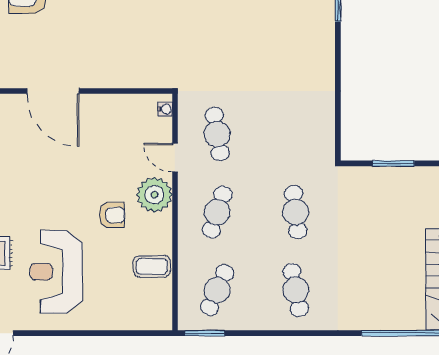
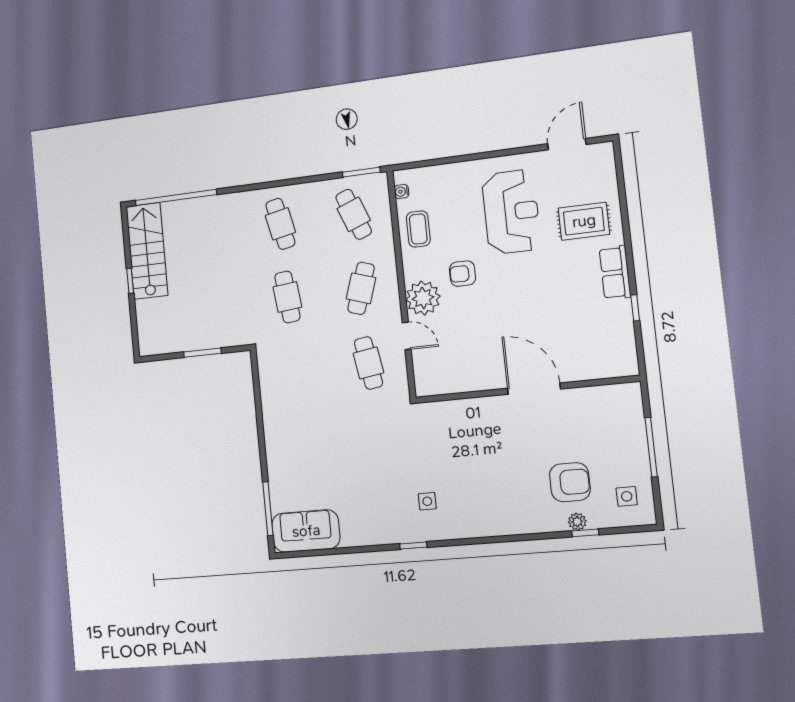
water cooler: (165, 109) -> (402, 192), moved
coffee table: (152, 266) -> (418, 229), turned 90
cafe table: (217, 290) -> (354, 214), turned -45

